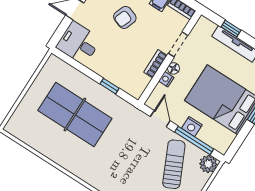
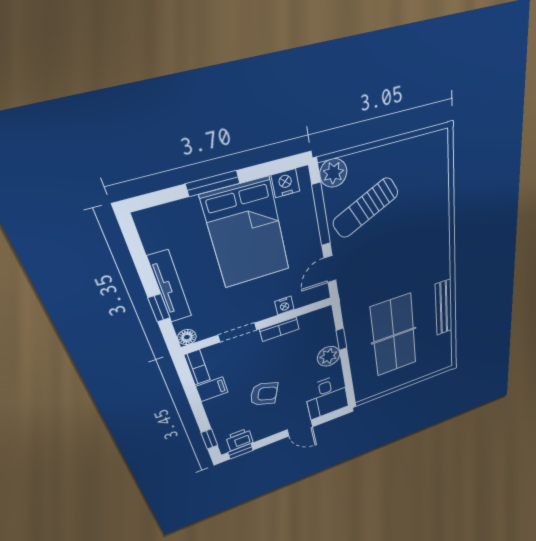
floor lamp: (173, 68) -> (187, 337), moved
plant: (107, 70) -> (329, 356), added
nightstand: (192, 127) -> (285, 183), moved, turned -90
bench: (59, 157) -> (444, 308), added

